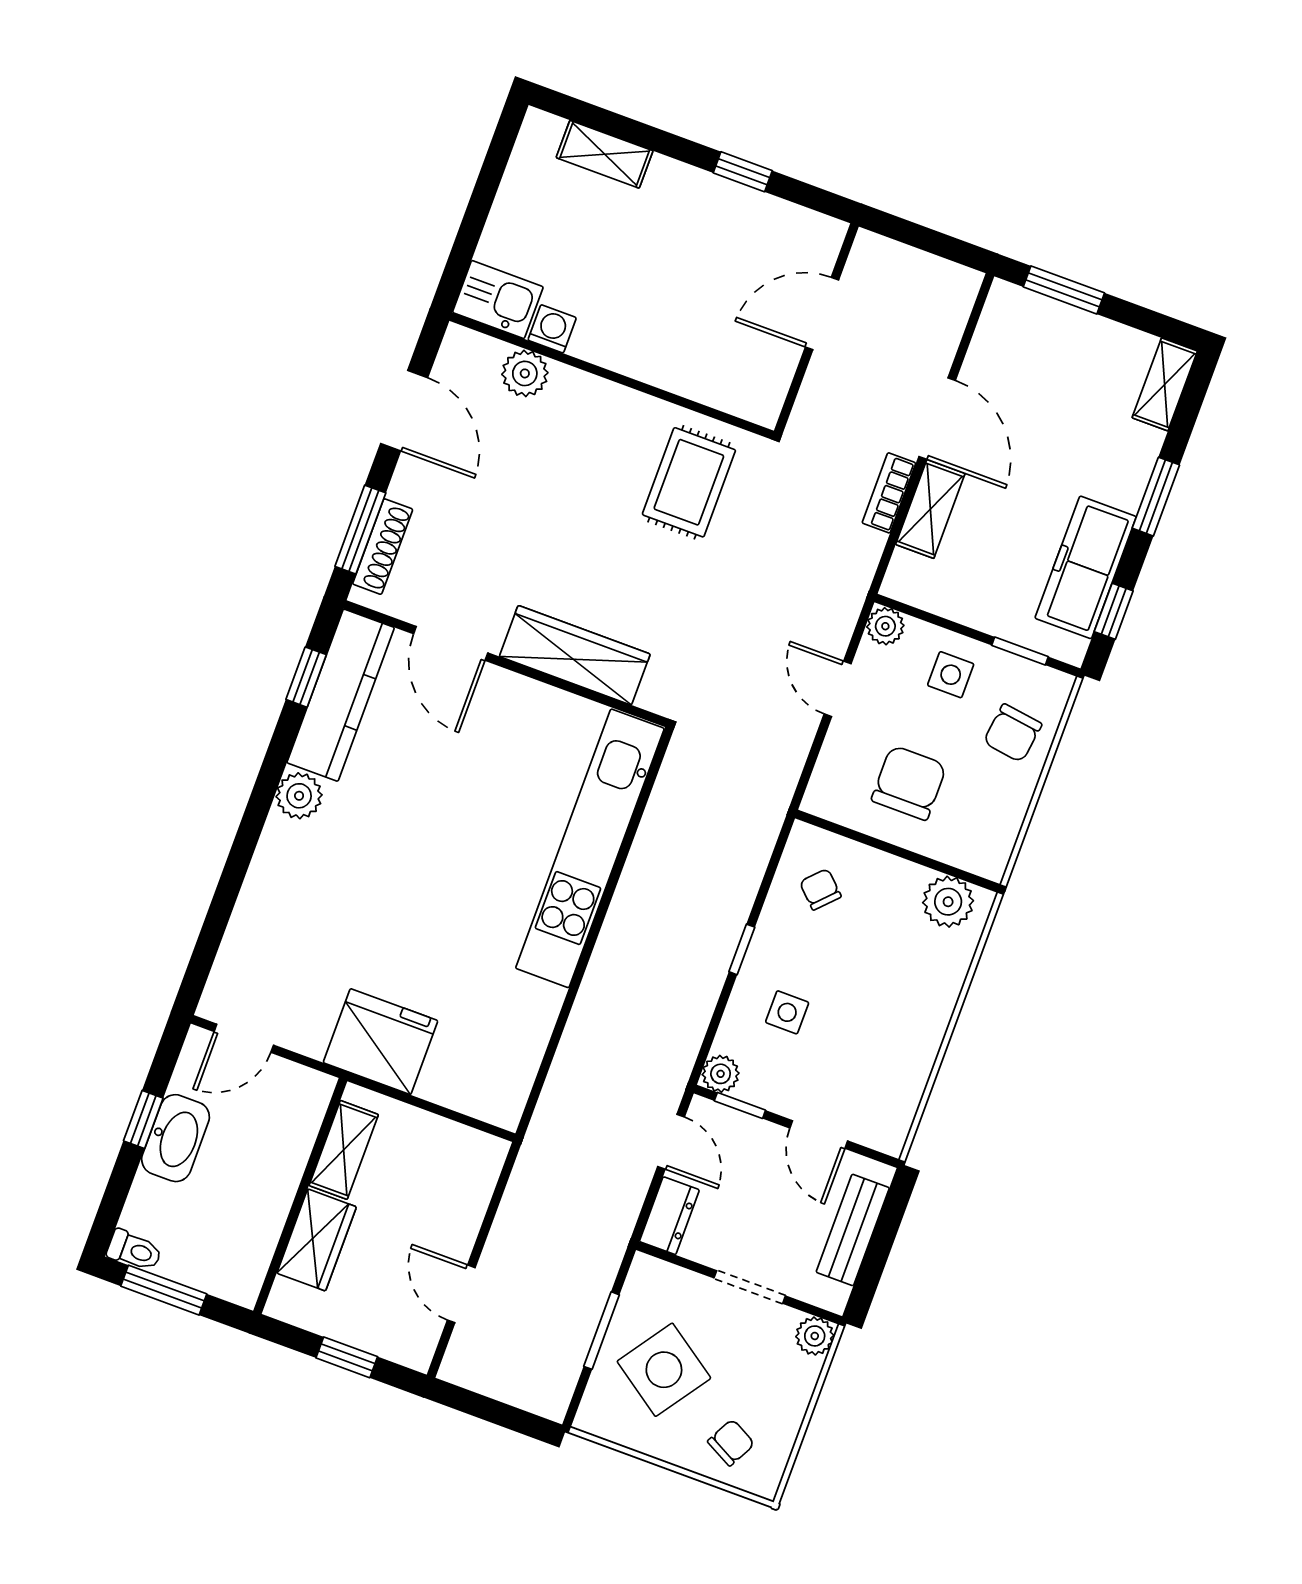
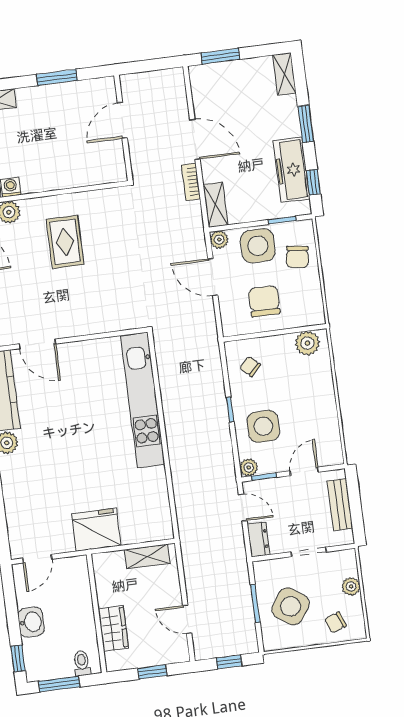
window: (743, 172) -> (57, 77), width x1.50
rug: (689, 482) -> (65, 242), moved
shelving: (930, 509) -> (215, 205), moved
wardrobe: (575, 655) -> (93, 321), removed
side table: (951, 675) -> (258, 246), width x1.87, depth x1.87
door: (838, 689) -> (213, 277), width x1.38
side table: (787, 1012) -> (263, 426), width x1.87, depth x1.87
window: (143, 1119) -> (18, 658), moved
door: (819, 1134) -> (304, 471), swing flipped
washbasin: (176, 1138) -> (31, 622), width x0.72
shelving: (344, 1150) -> (147, 556), moved, turned 90
toilet: (134, 1250) -> (82, 663), moved, turned -90
plant: (815, 1336) -> (351, 586), moved
window: (497, 1413) -> (229, 662), added
chair: (731, 1443) -> (335, 623), turned -138

